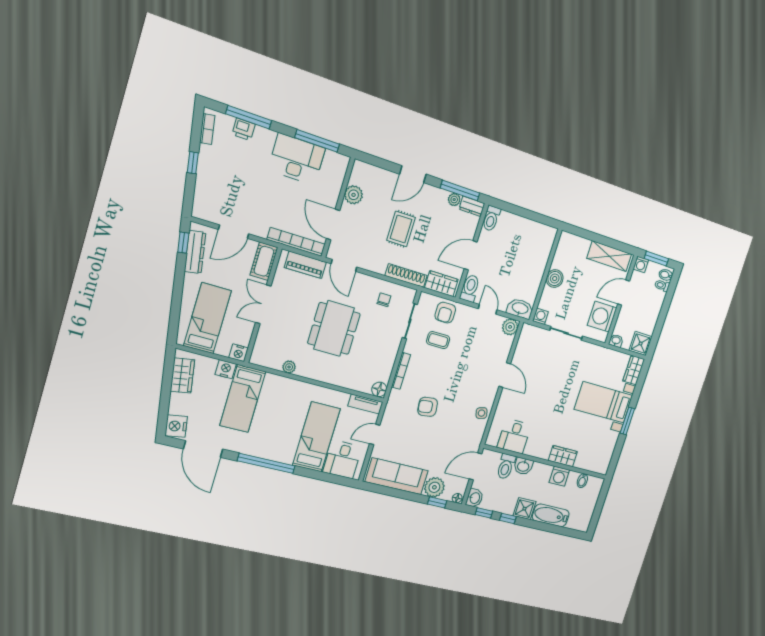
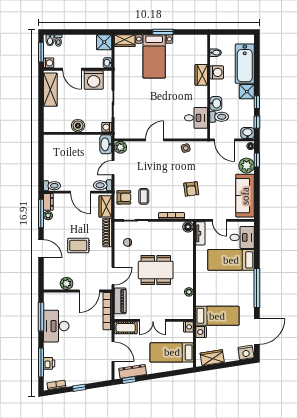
bathtub: (551, 515) -> (245, 64), width x1.36, depth x1.36

